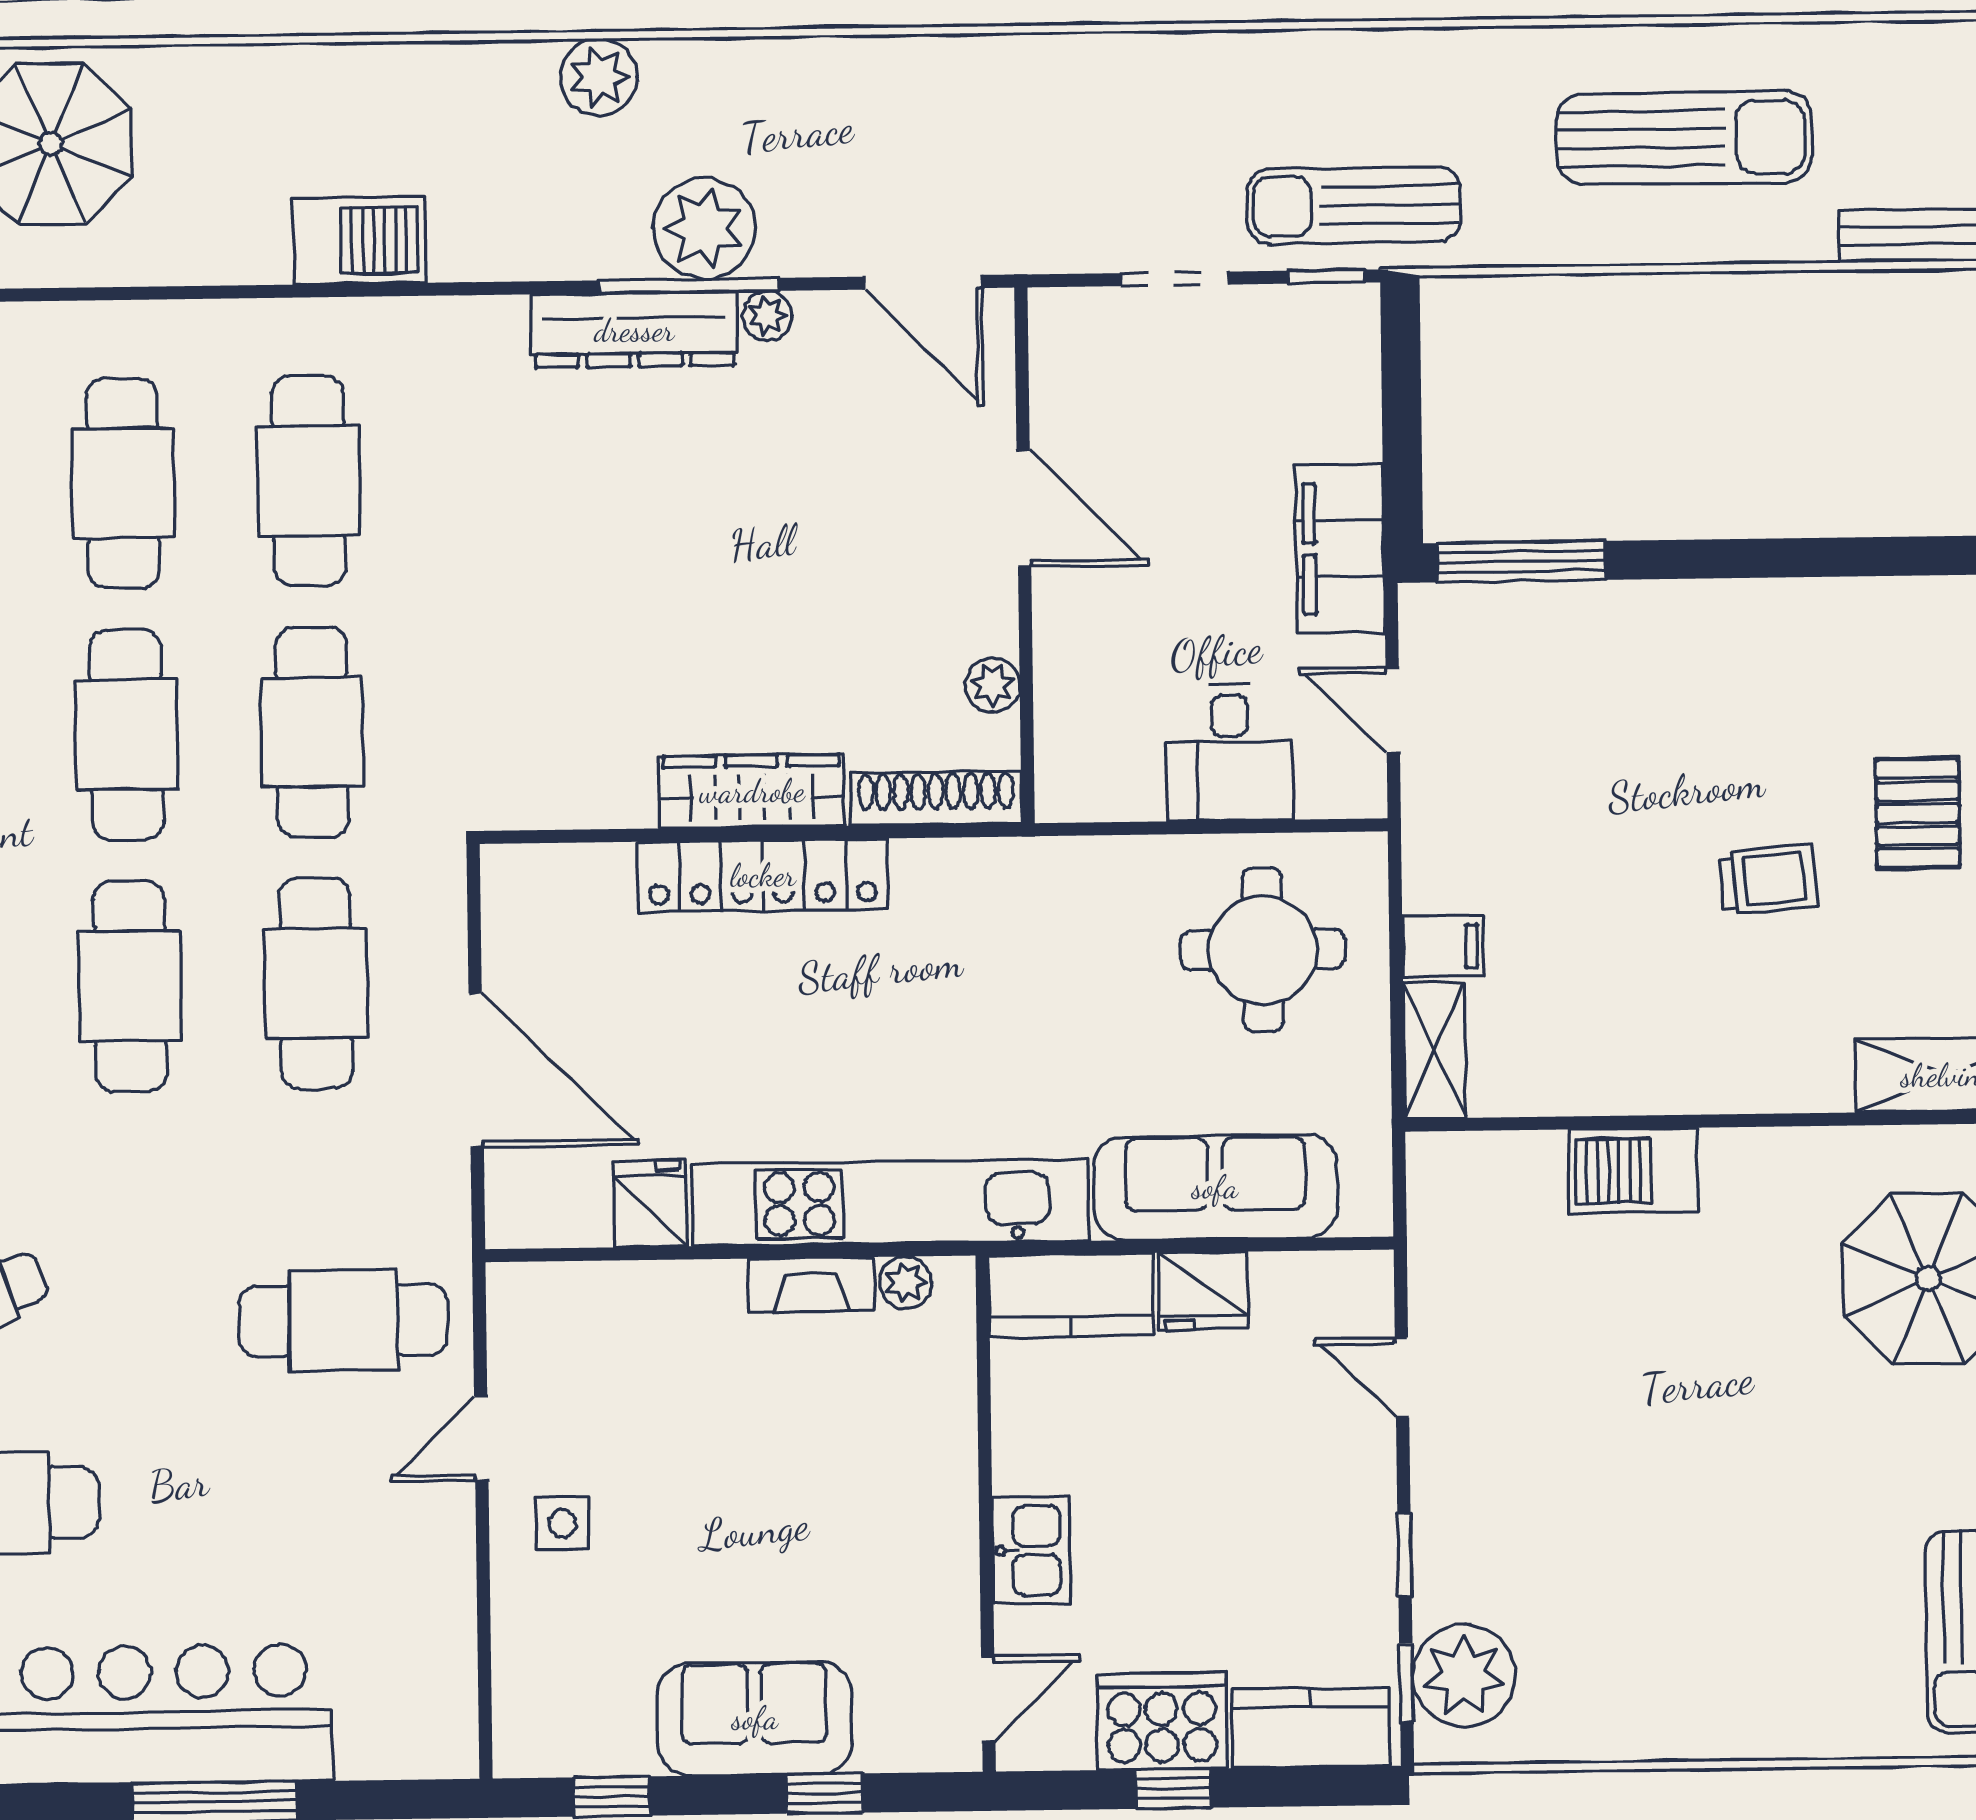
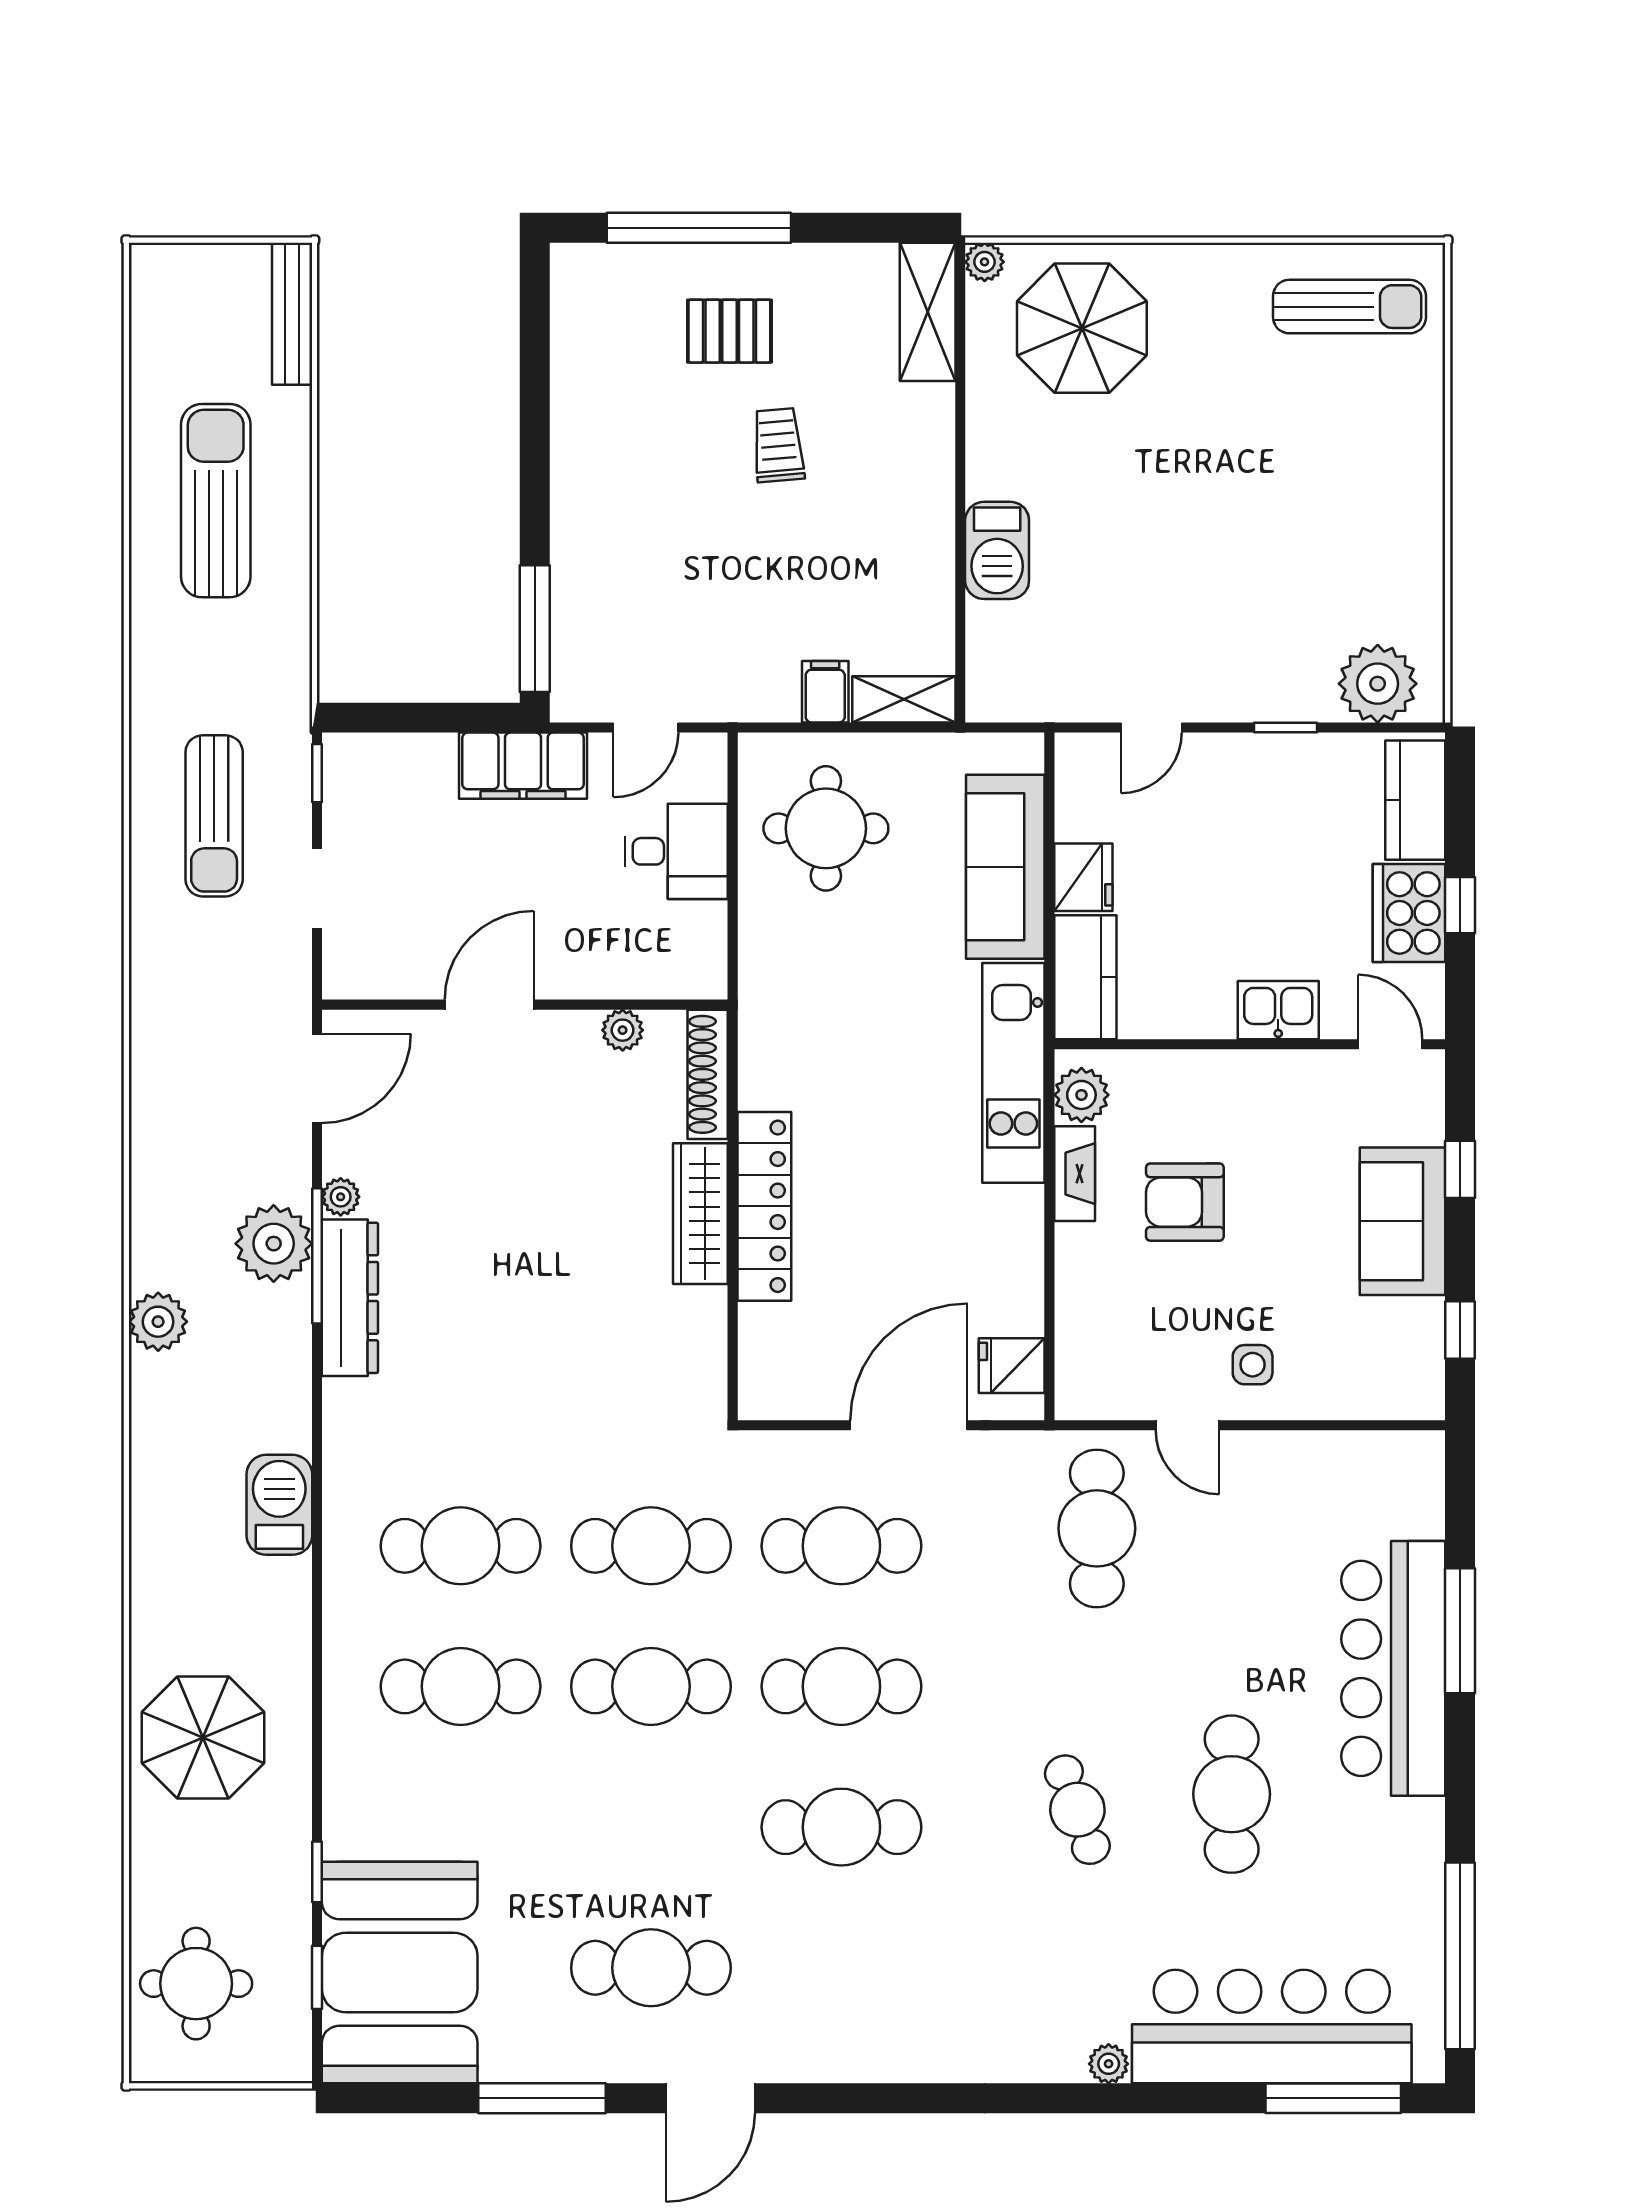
sun lounger: (1354, 206) -> (214, 816), moved
kitchen unit: (891, 1203) -> (1013, 1073), width x0.73
fridge: (650, 1204) -> (1012, 1366), moved
plant: (906, 1283) -> (1081, 1095), width x1.38, depth x1.38
armchair: (776, 1431) -> (1185, 1202), added
window: (1406, 1683) -> (1383, 728), removed

